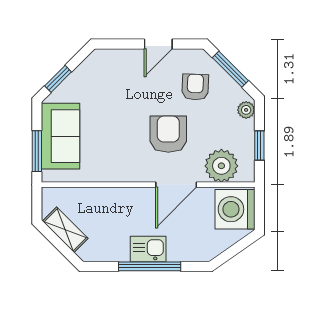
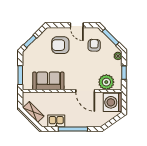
door: (158, 44) -> (77, 25), hinge flipped
armchair: (168, 134) -> (60, 45), moved, turned -90
sofa: (61, 136) -> (48, 81), moved, turned -90
door: (176, 185) -> (85, 91), hinge flipped
kitchen sink: (148, 249) -> (56, 121), moved

